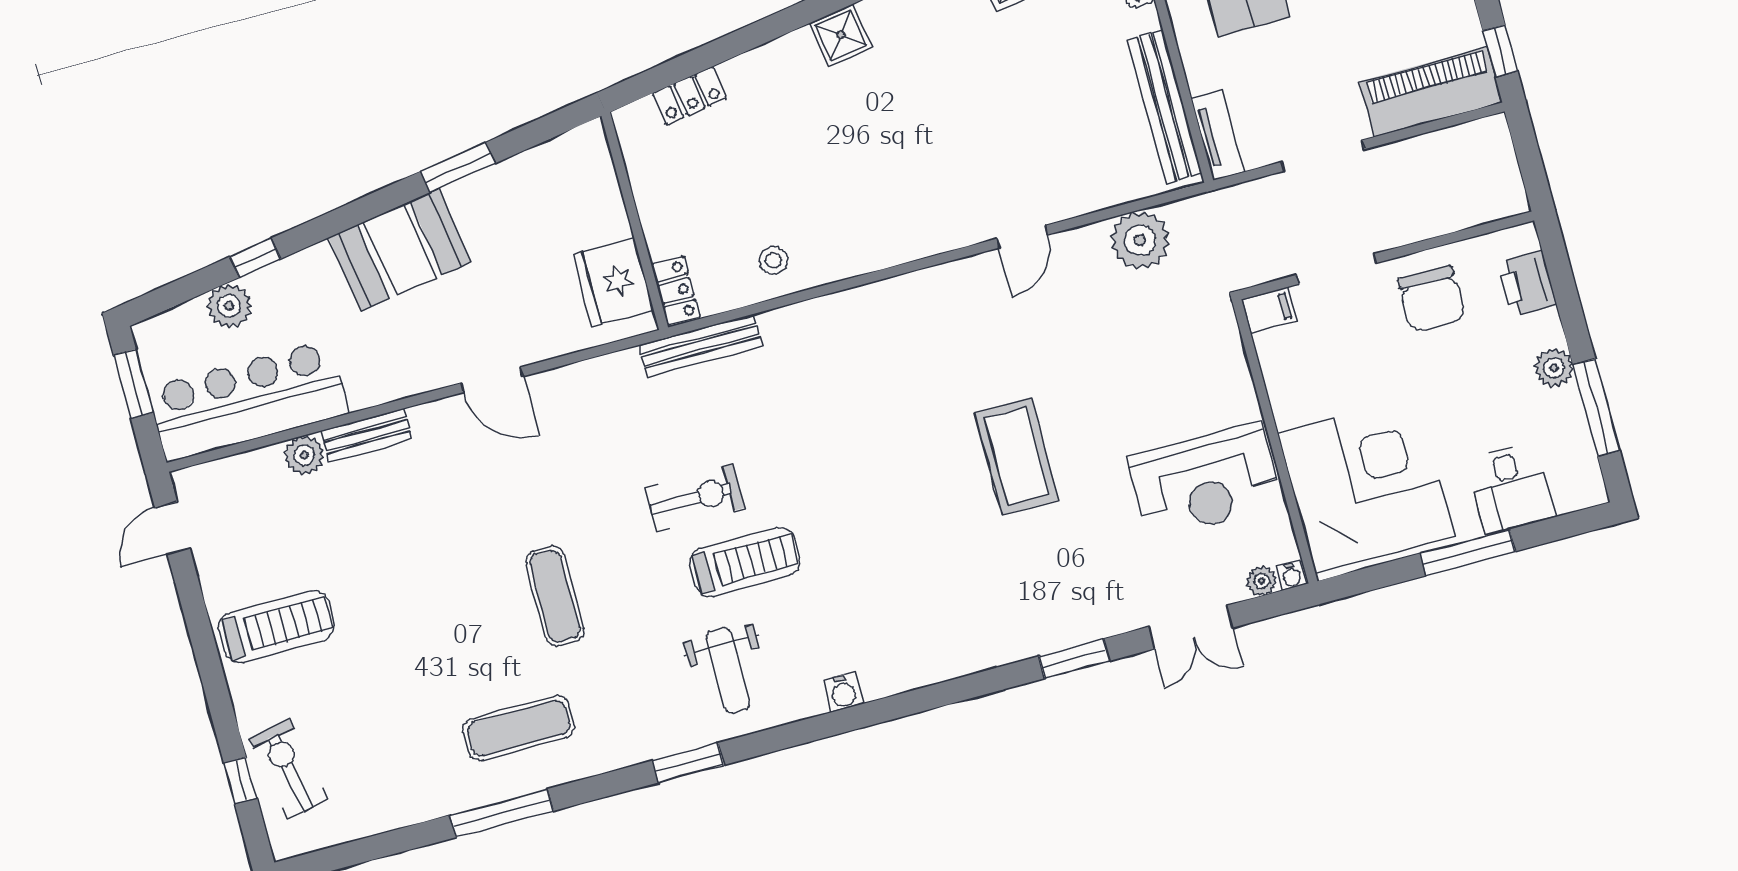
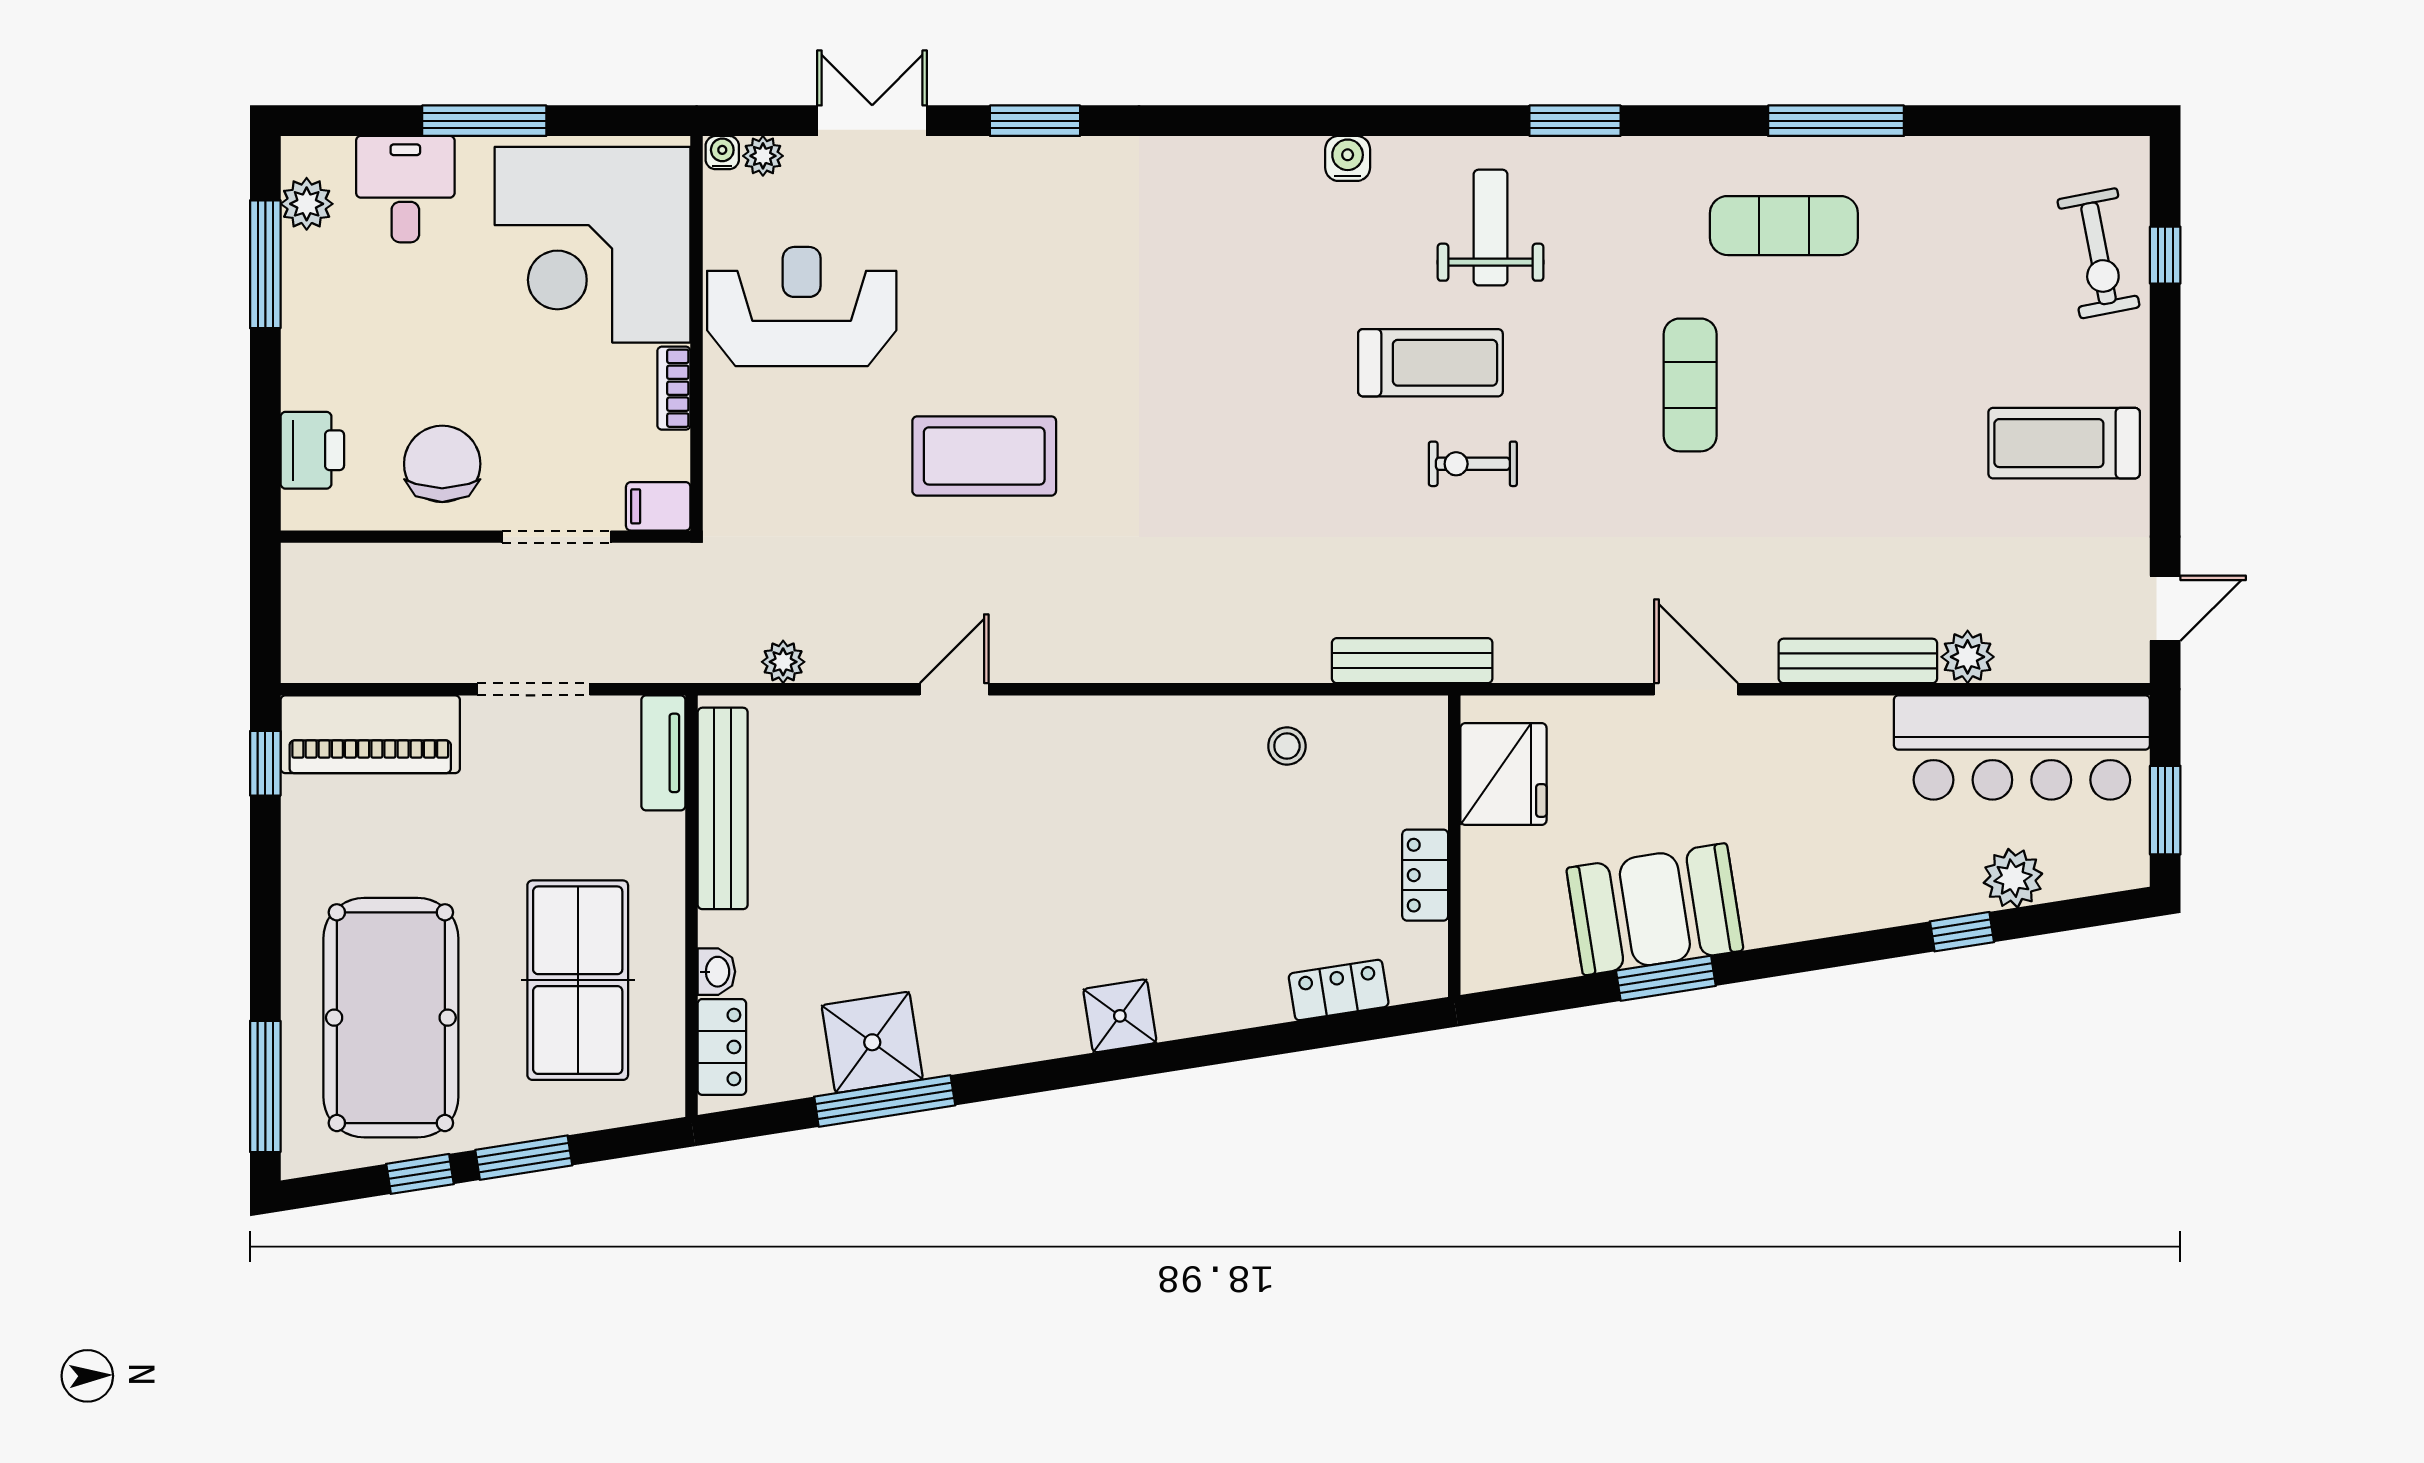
plant: (1140, 240) -> (783, 662), width x0.53, depth x0.53
booth: (400, 250) -> (1655, 909), moved
locker: (676, 291) -> (1425, 875), moved
plant: (1554, 368) -> (307, 204), moved
bookcase: (1281, 398) -> (674, 388), added
bench: (367, 435) -> (1858, 661), width x1.36
coffee table: (1017, 456) -> (984, 456), moved, turned 90
exercise bike: (695, 498) -> (1473, 464), width x0.73, depth x0.72
treadmill: (745, 562) -> (1430, 363), turned 180

